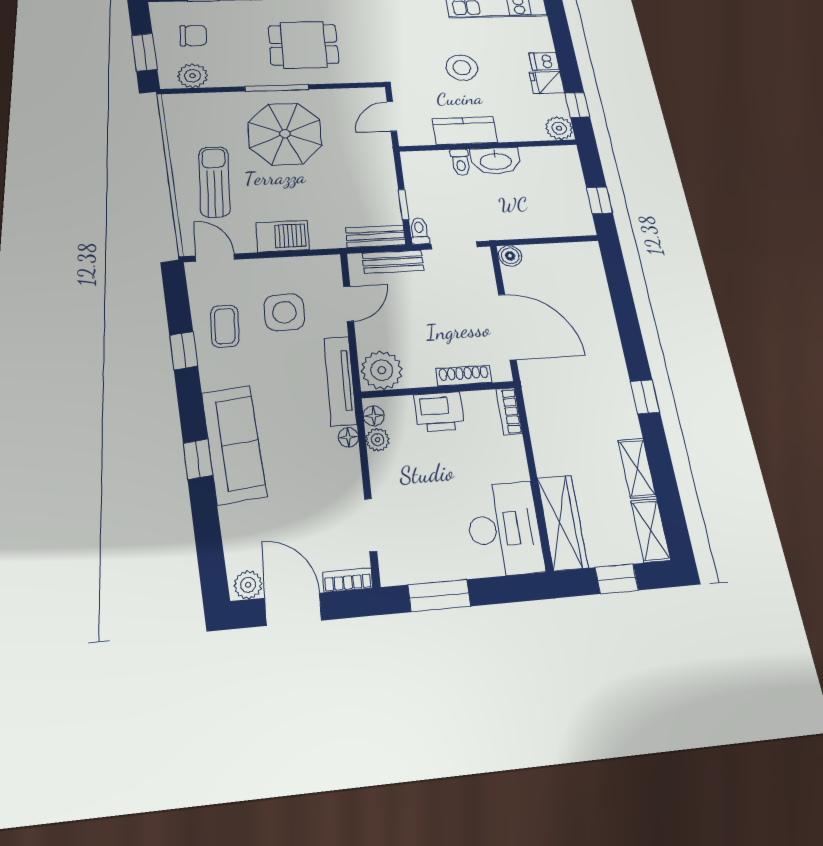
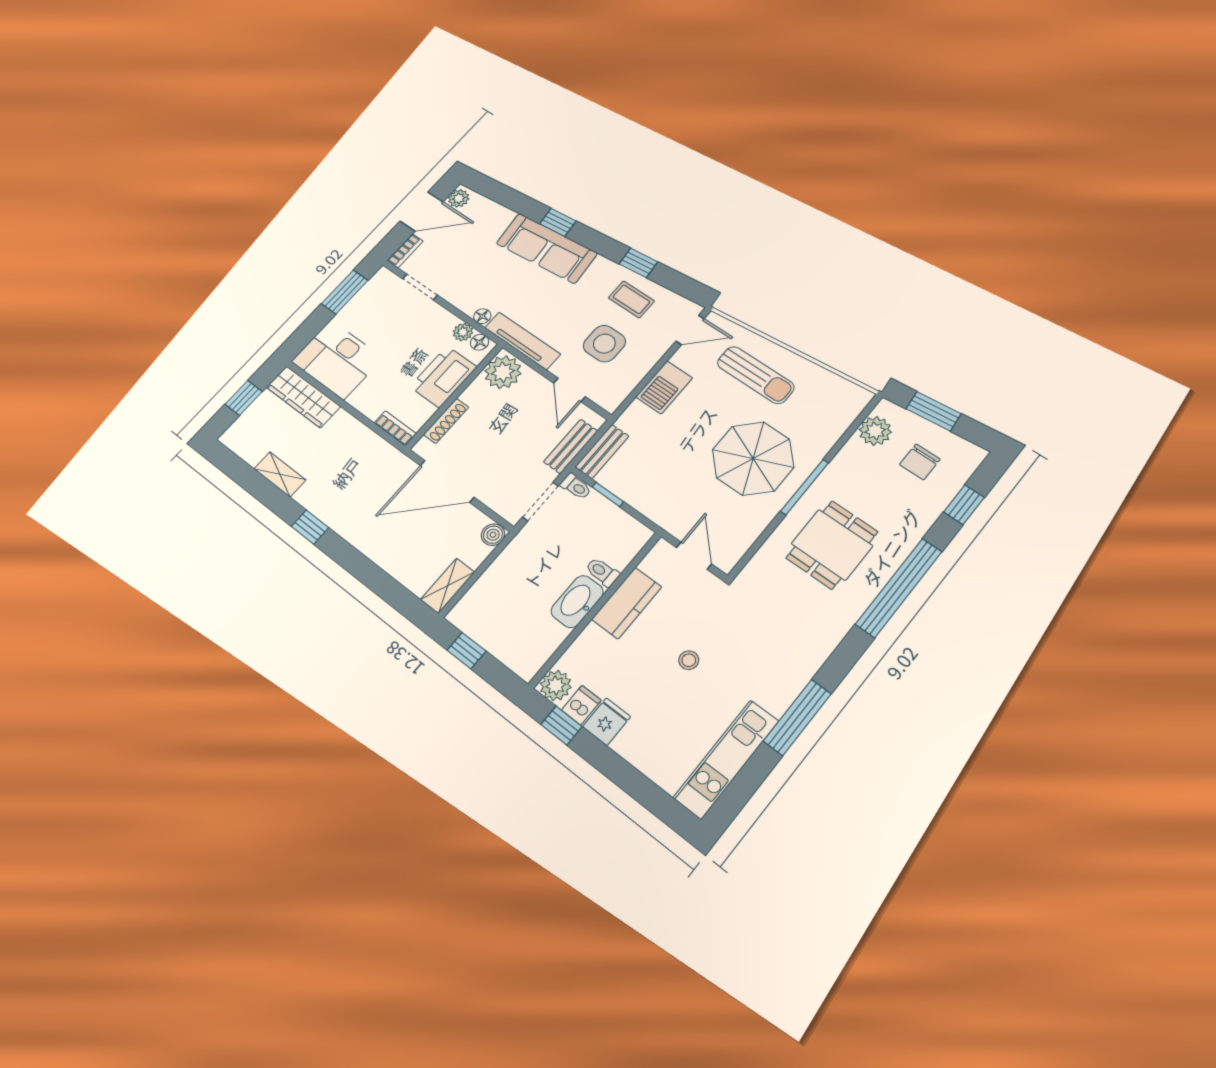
dishwasher: (544, 61) -> (581, 705), moved
stool: (462, 68) -> (689, 660), width x0.53, depth x0.53
printer: (439, 412) -> (443, 377), width x1.37, depth x1.19
shelving: (651, 530) -> (448, 586), moved, turned 90

